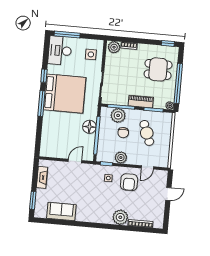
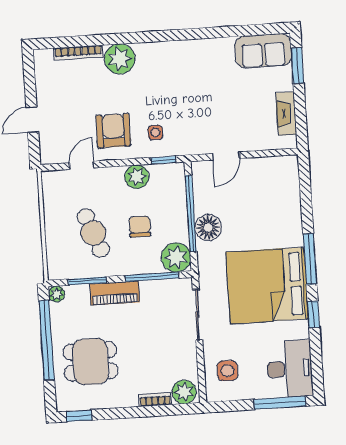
plant: (118, 115) -> (176, 257), moved
sofa: (61, 211) -> (263, 51), moved

